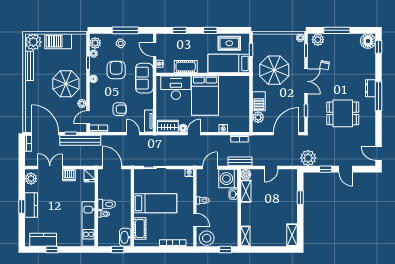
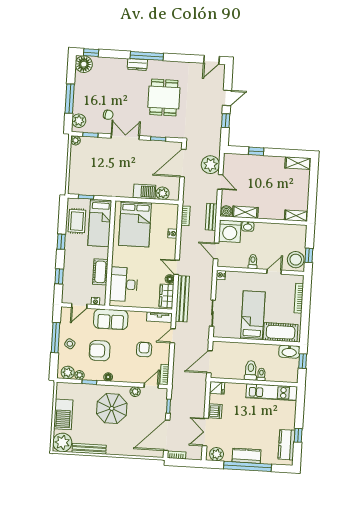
parasol: (274, 70) -> (110, 172), removed
bed: (205, 96) -> (135, 224), moved, turned 90
door: (88, 117) -> (151, 386), swing flipped
door: (286, 134) -> (183, 163), hinge flipped
bench: (80, 140) -> (182, 299), moved
plant: (308, 158) -> (210, 165), moved
window: (22, 206) -> (248, 466), width x3.17
cot: (140, 229) -> (281, 332), width x1.37, depth x1.34
window: (225, 250) -> (309, 255), moved

